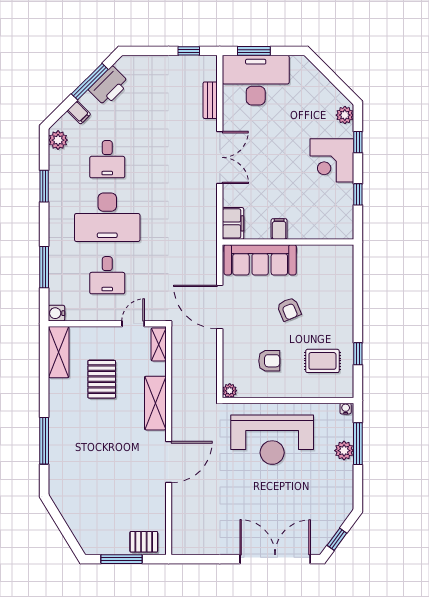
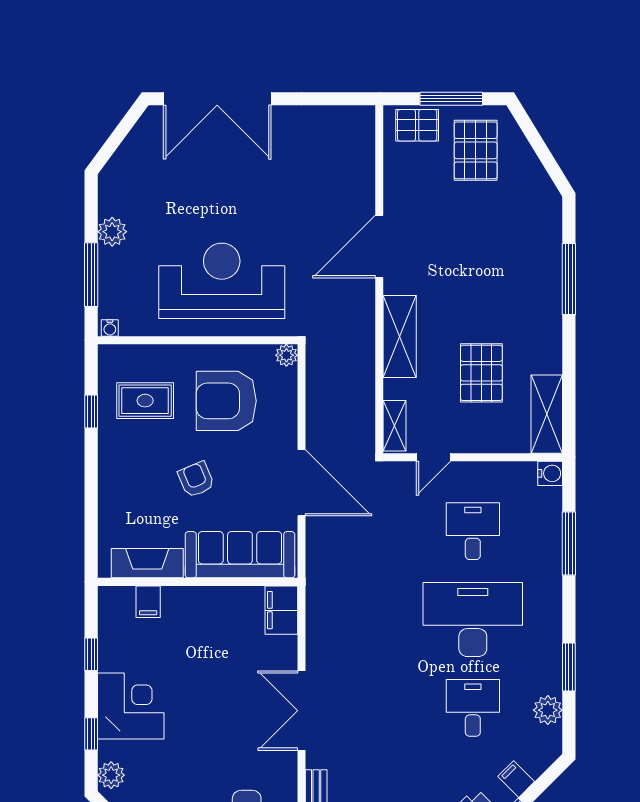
plant: (58, 140) -> (548, 710), moved
filing cabinet: (279, 229) -> (148, 602), moved
fireplace: (321, 254) -> (147, 563), added
armchair: (269, 361) -> (226, 401), width x1.88, depth x1.88
plant: (344, 451) -> (112, 232), moved
pallet: (105, 525) -> (476, 150), added
window: (337, 539) -> (123, 129), removed

